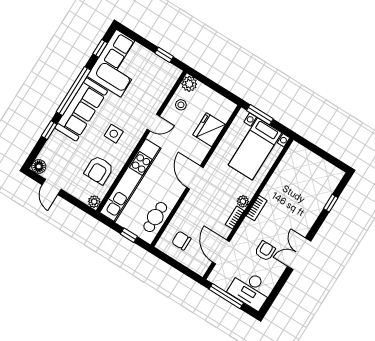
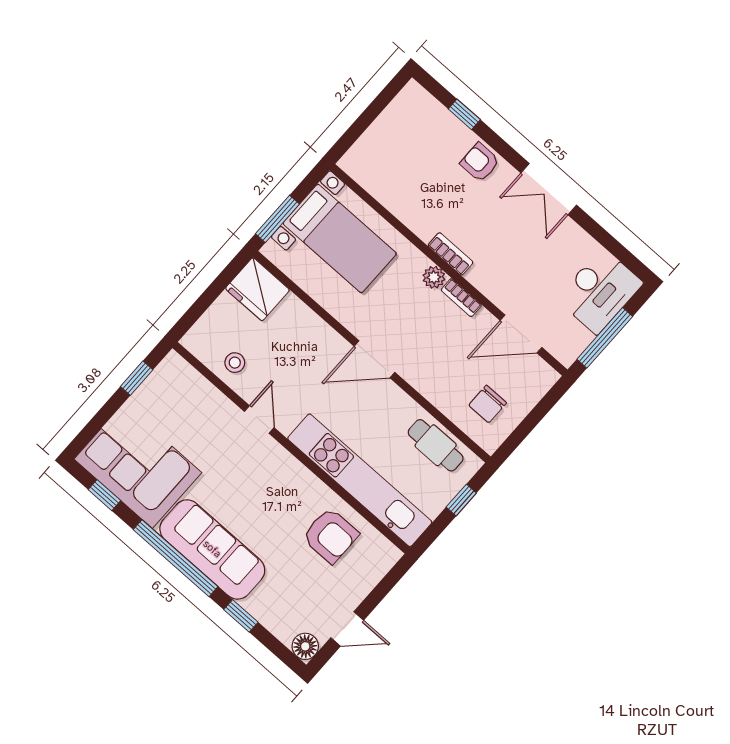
plant: (189, 84) -> (198, 341), removed
fridge: (209, 130) -> (257, 289), moved
side table: (114, 134) -> (268, 497), removed
plant: (94, 202) -> (388, 554), removed
armchair: (265, 251) -> (480, 162), moved

